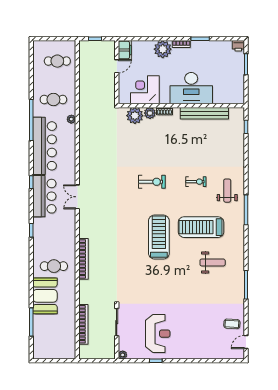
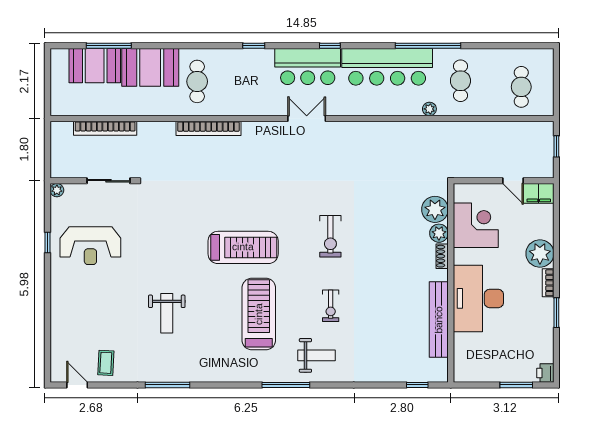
weight bench: (213, 262) -> (167, 313), moved
booth: (44, 331) -> (95, 66), added

